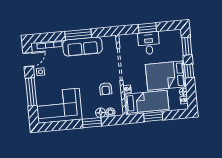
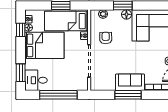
window: (147, 28) -> (58, 95), width x2.11
desk: (149, 43) -> (36, 80), moved, turned 90
sofa: (82, 47) -> (130, 82), width x0.73
window: (189, 71) -> (21, 30), moved
floor lamp: (100, 113) -> (126, 14), moved

